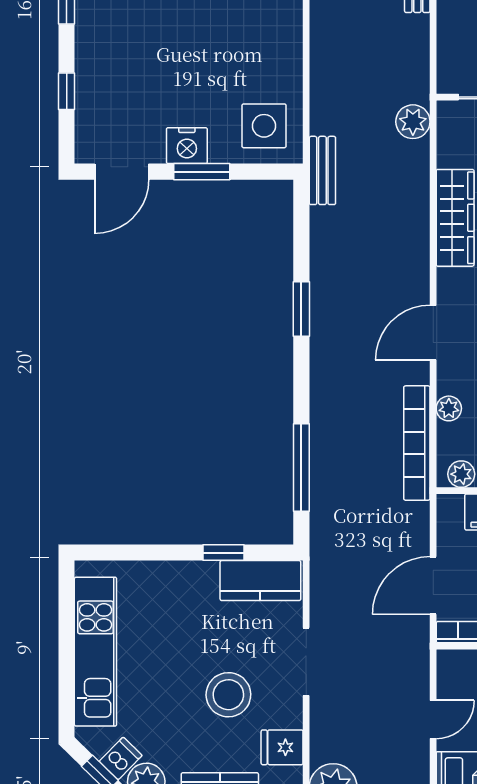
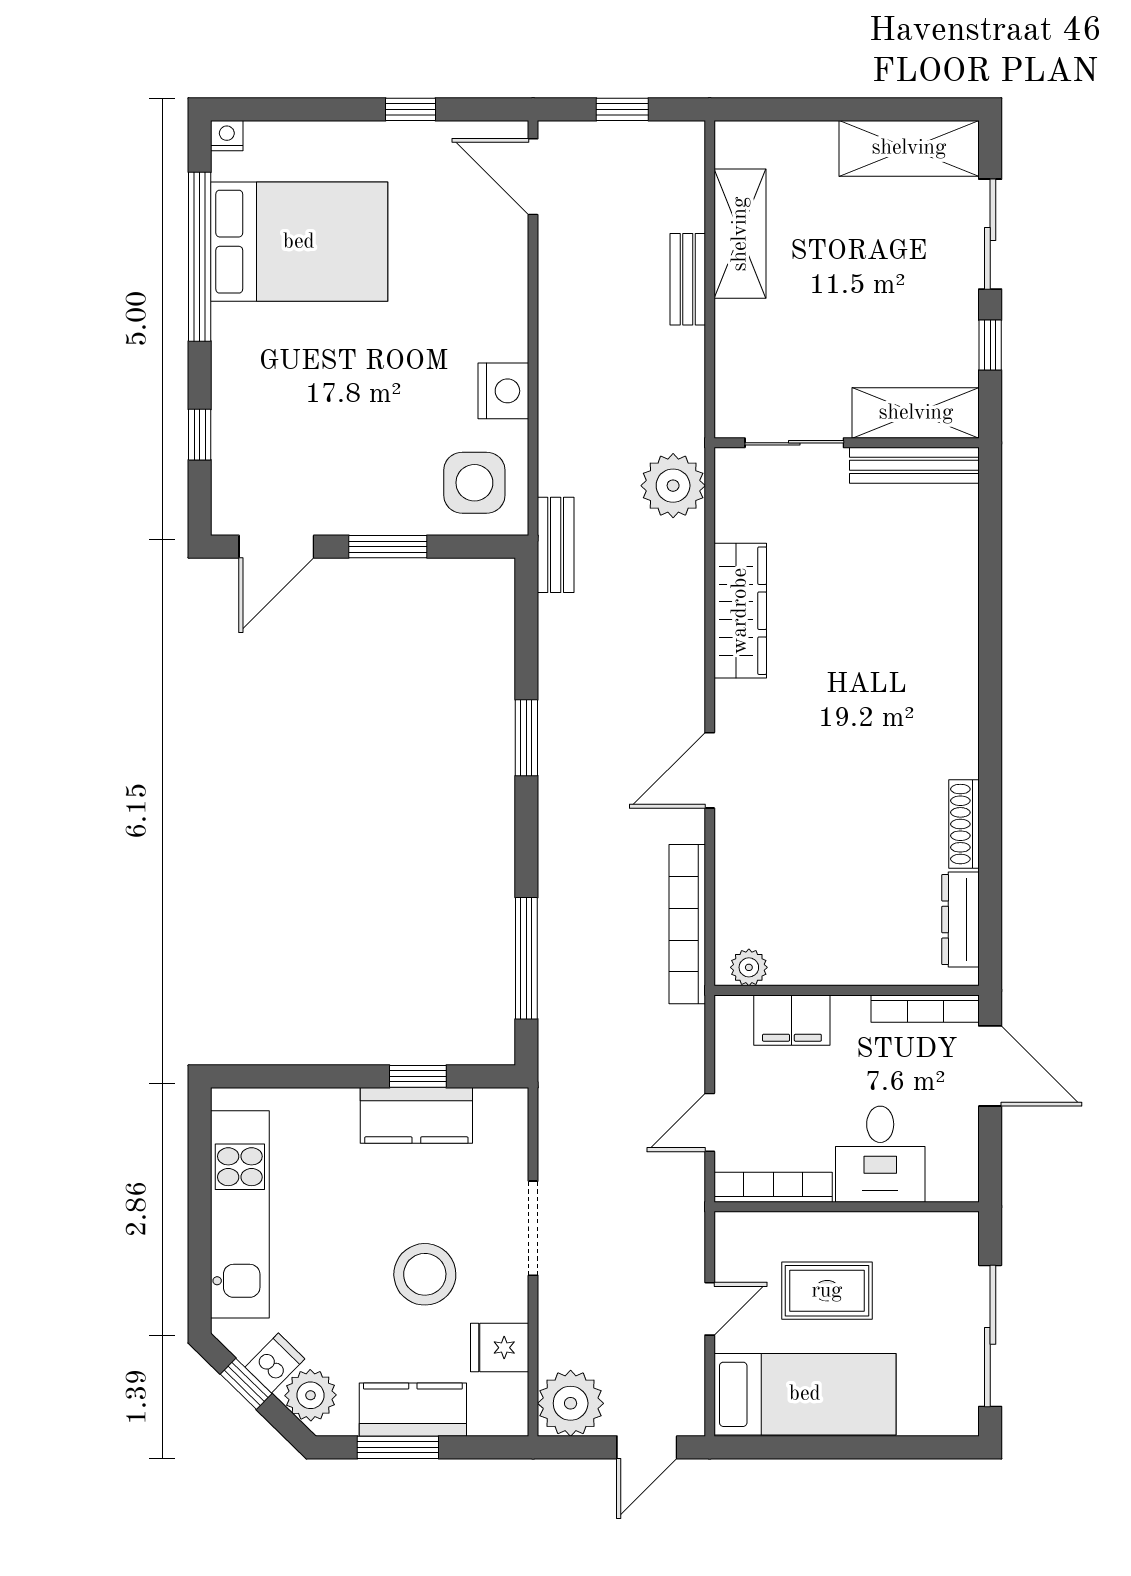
plant: (413, 122) -> (673, 486), width x1.36, depth x1.36
nightstand: (187, 146) -> (503, 391), moved, turned -90
plant: (449, 408) -> (731, 876), removed
kitchen counter: (260, 581) -> (416, 1115), moved
door: (433, 586) -> (710, 1122), width x0.73

